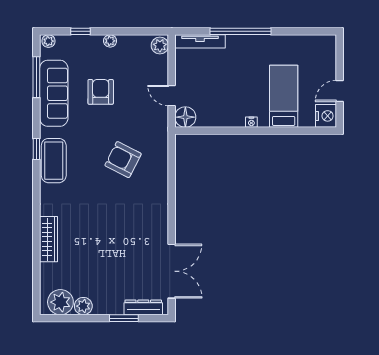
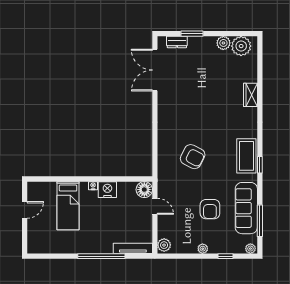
nightstand: (326, 116) -> (107, 190), moved, turned 90
wardrobe: (48, 239) -> (250, 95), width x0.67
dresser: (143, 307) -> (177, 42), width x0.70

